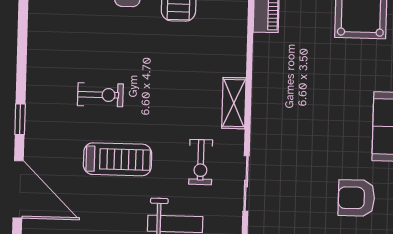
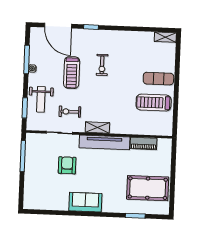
tv unit: (265, 88) -> (104, 142), added
door: (18, 189) -> (58, 26), hinge flipped
armchair: (356, 198) -> (67, 165), moved

